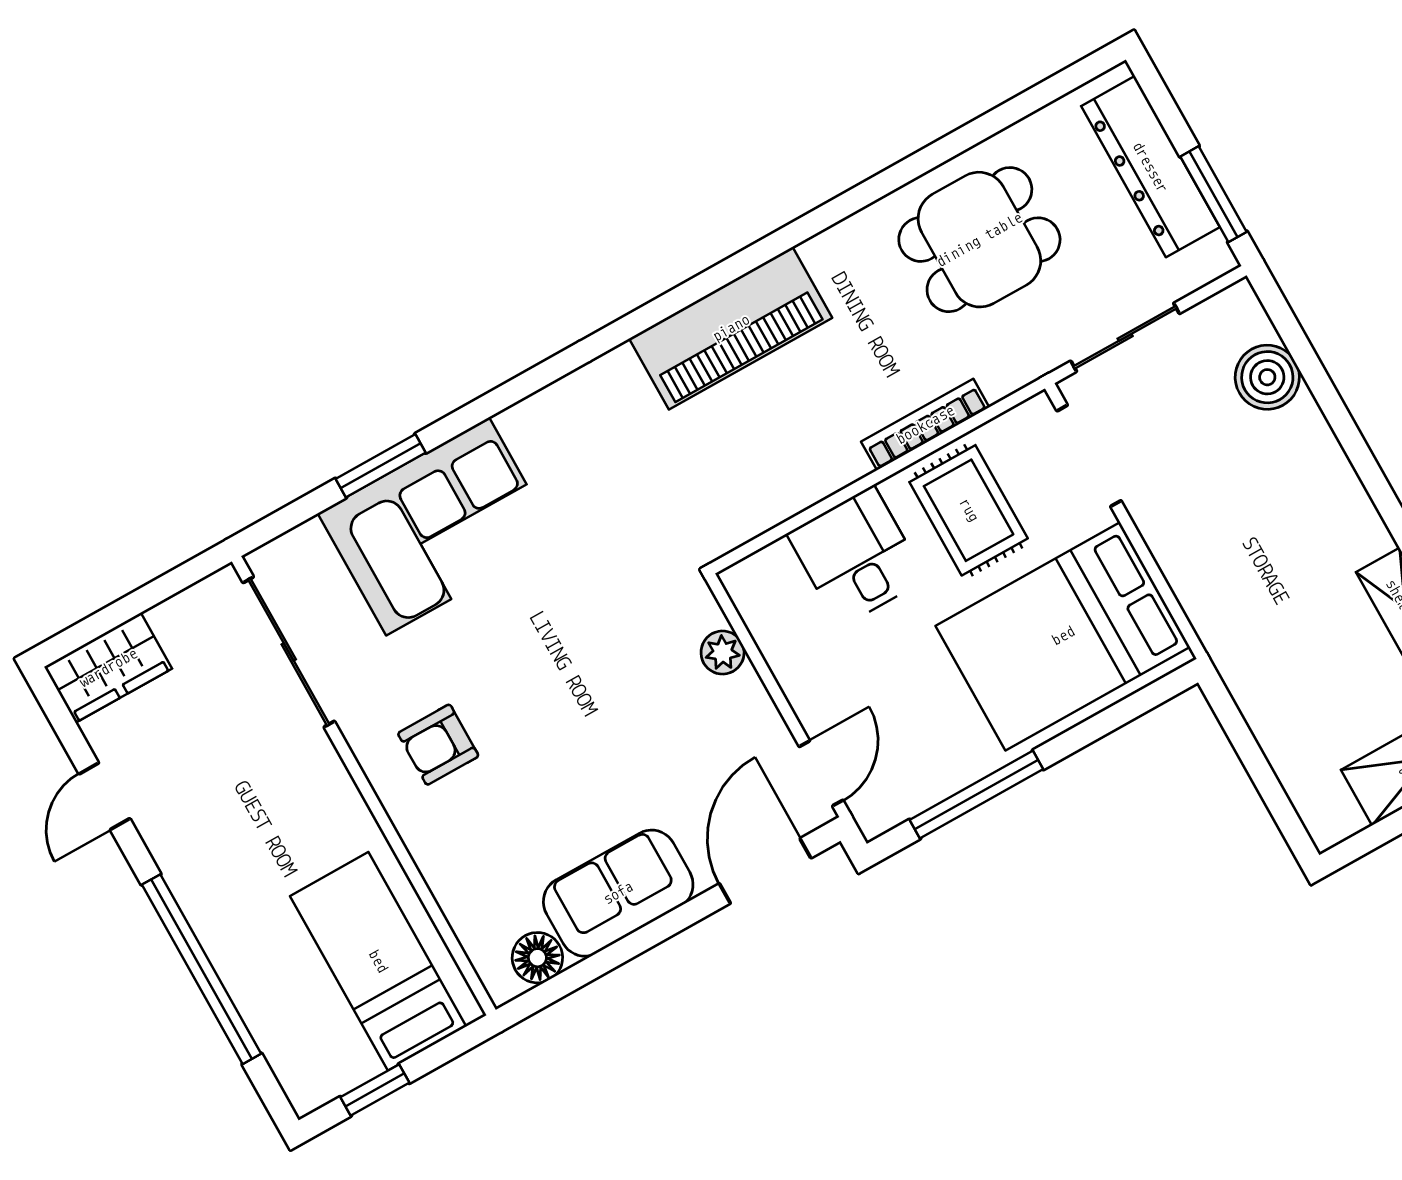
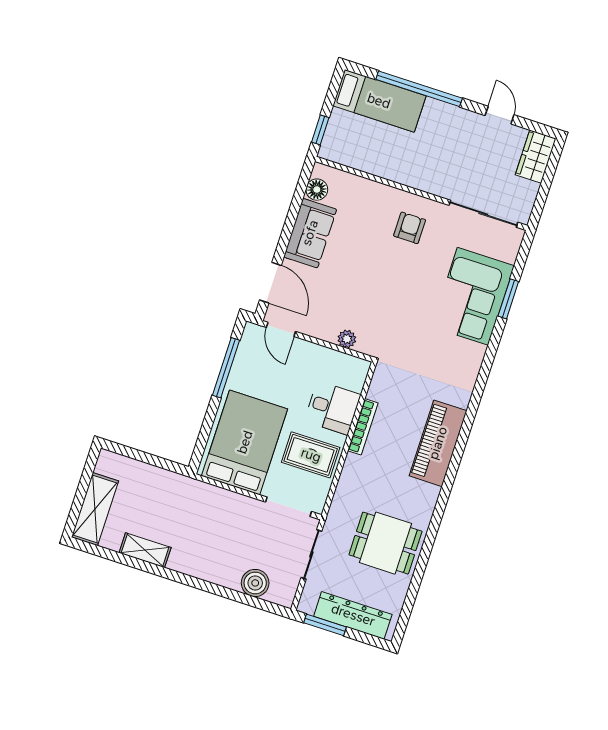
dining table: (979, 240) -> (385, 543), turned 90
bookcase: (925, 425) -> (363, 427), moved
bed: (378, 961) -> (379, 101), moved
window: (375, 1090) -> (320, 130), moved

